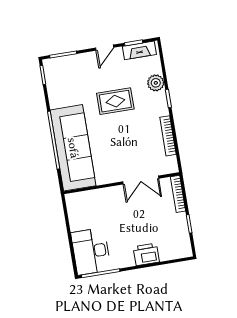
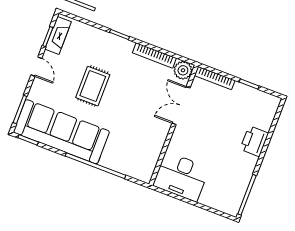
plant: (156, 83) -> (183, 70), moved
sofa: (73, 148) -> (61, 132), moved
double door: (141, 180) -> (181, 106), swing flipped
desk: (91, 251) -> (181, 177), moved

